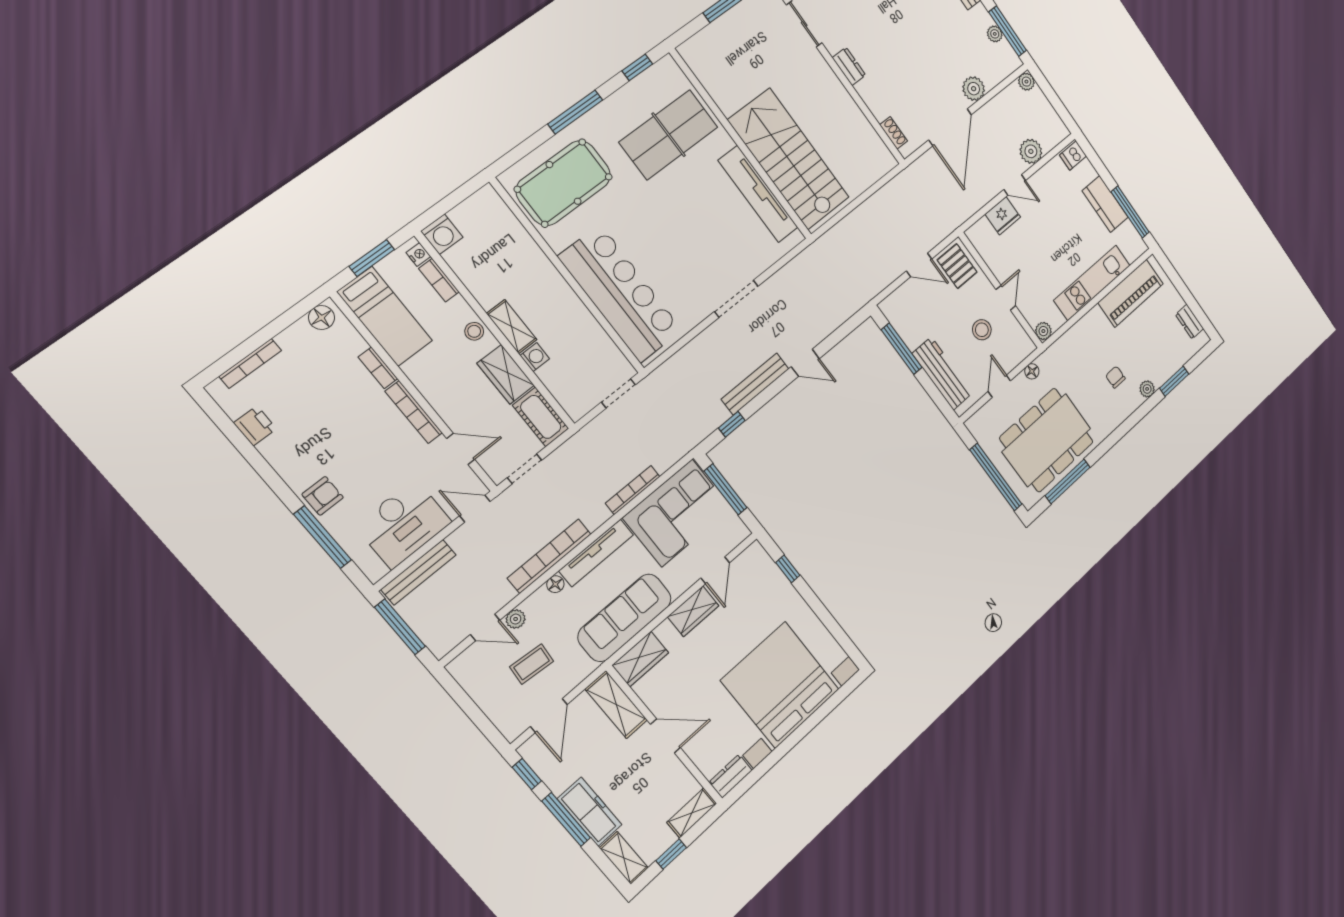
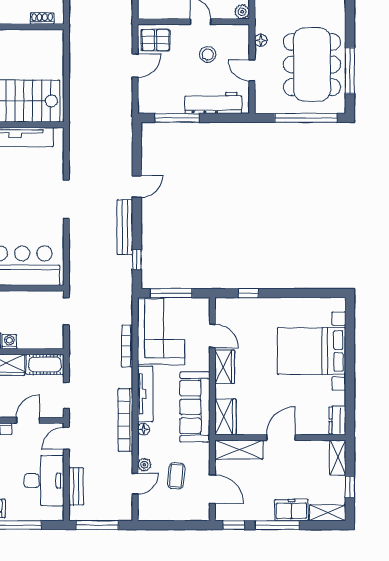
bench: (419, 572) -> (76, 486), width x0.73
bed with nightstands: (780, 685) -> (312, 351), width x0.73
freezer: (590, 812) -> (291, 510), width x0.71

